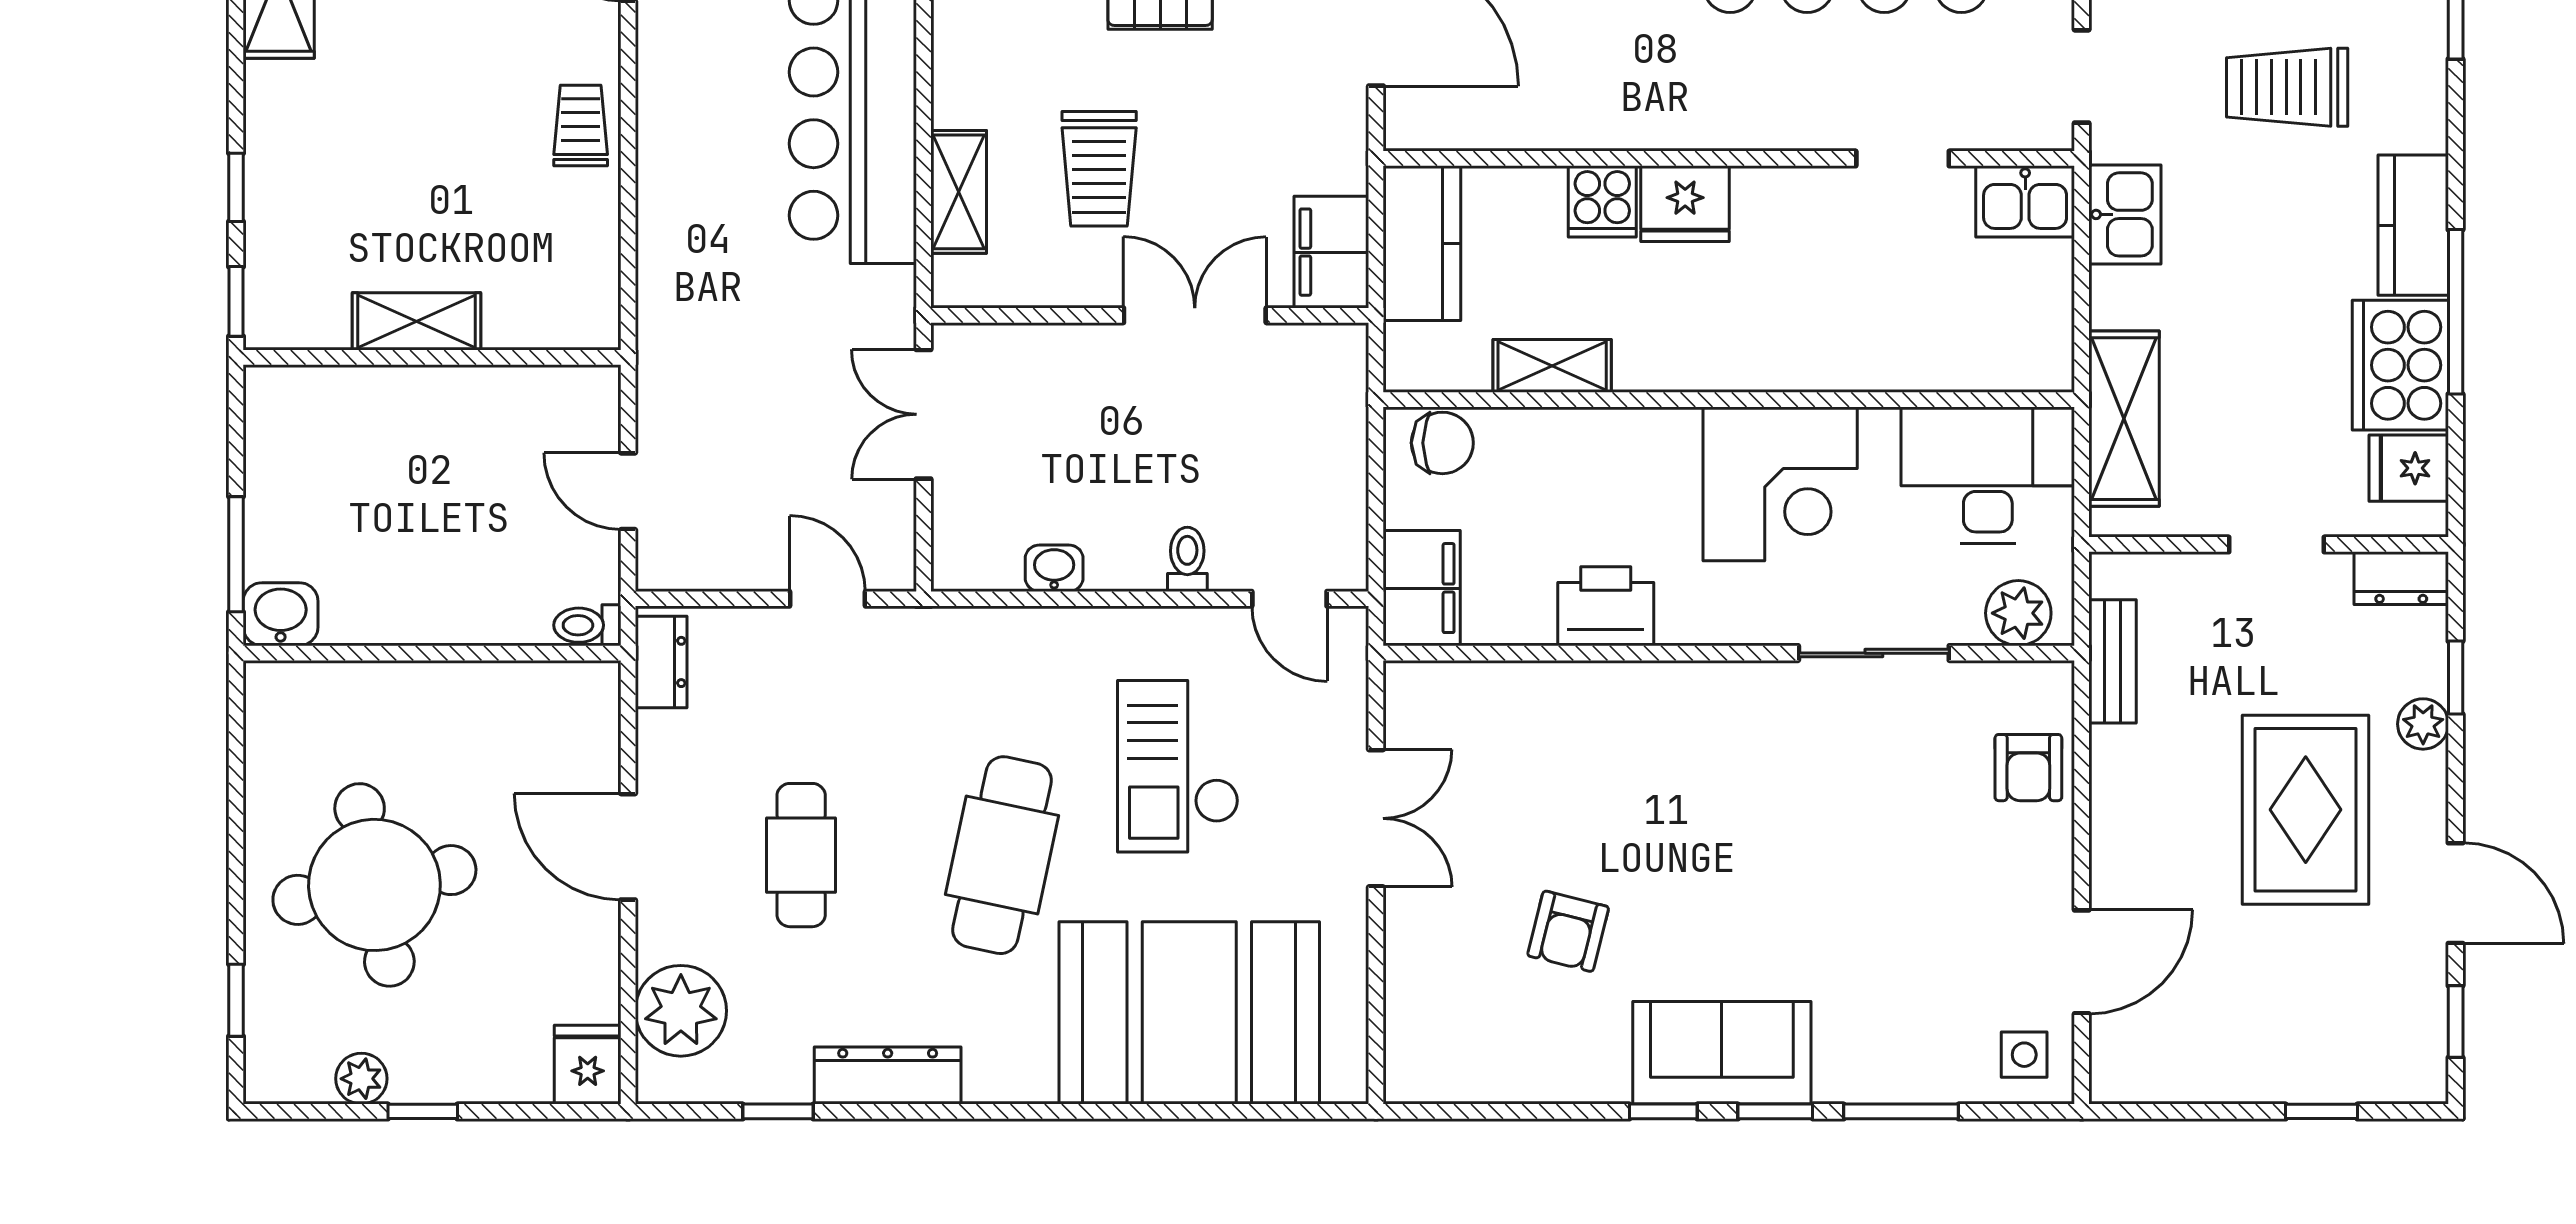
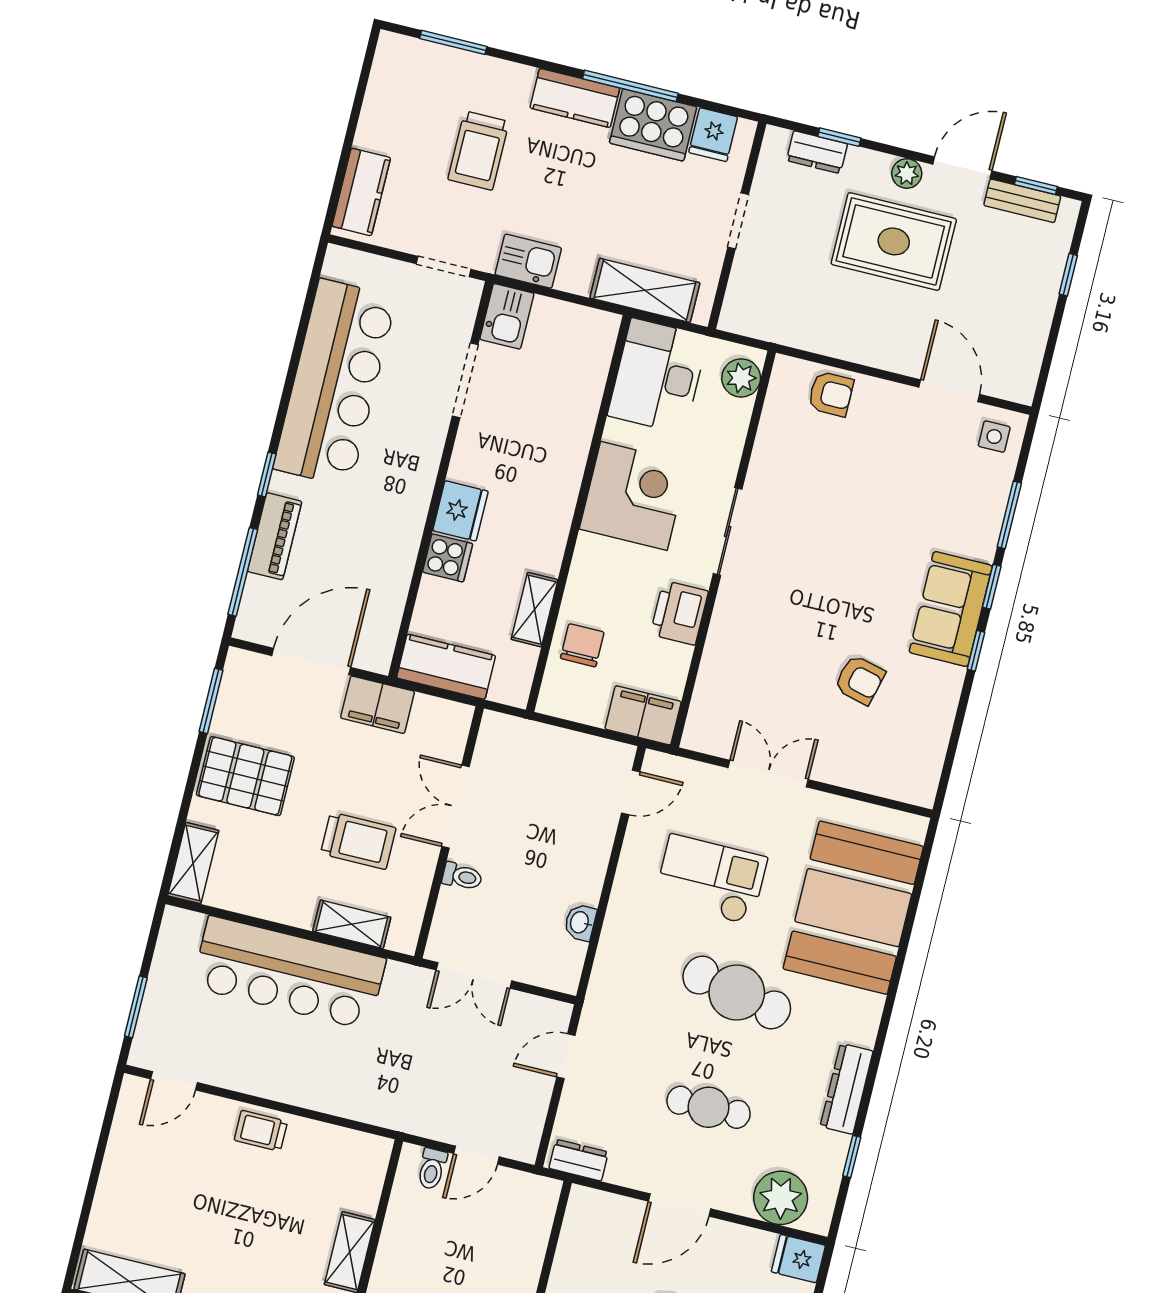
doorway: (1903, 158) -> (465, 380), width x1.38
filing cabinet: (1331, 252) -> (378, 705), moved
chair: (1442, 443) -> (582, 645), moved
toilet: (1187, 559) -> (462, 876), moved, turned 180
dresser: (2401, 578) -> (817, 152), moved, turned 90
toilet: (587, 625) -> (432, 1169), moved
sliding door: (1874, 653) -> (728, 531), moved
bench: (2112, 661) -> (1022, 201), moved
plant: (2423, 724) -> (907, 173), moved
checkout: (1178, 766) -> (711, 880), turned 180

